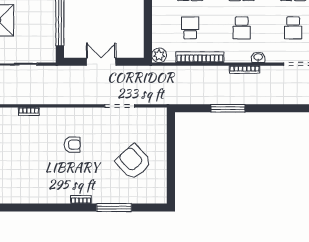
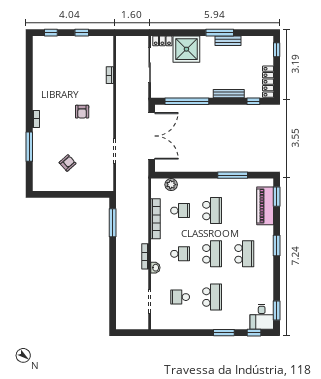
school desk: (242, 28) -> (180, 254), turned 180
plant: (159, 55) -> (171, 185), moved
double door: (101, 62) -> (152, 136), width x1.87
window: (228, 108) -> (113, 223), moved
armchair: (133, 162) -> (68, 163), width x0.53, depth x0.53

